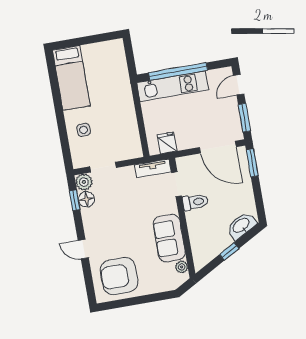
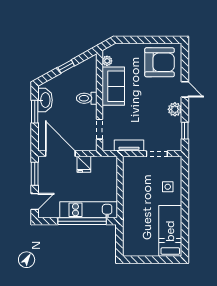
fridge: (167, 143) -> (84, 164), moved
window: (252, 163) -> (35, 112), moved
tv unit: (153, 168) -> (129, 145), moved
plant: (84, 182) -> (175, 109), moved
floor lamp: (86, 199) -> (175, 130), removed
toilet: (195, 202) -> (87, 98), moved
washbasin: (241, 226) -> (45, 100), moved, turned -61

